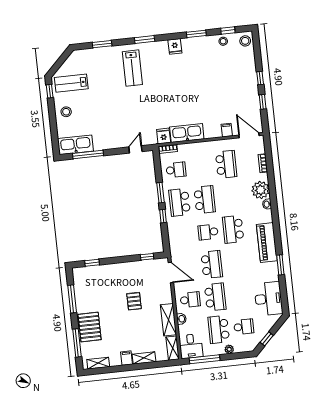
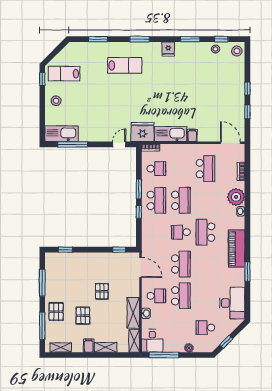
lab bench: (132, 68) -> (125, 65), turned -90
filing cabinet: (227, 130) -> (192, 135), moved
fridge: (164, 136) -> (142, 132), width x1.88, depth x1.34
school desk: (180, 202) -> (156, 200), turned 180
pallet: (90, 327) -> (56, 312), width x0.67, depth x0.71
school desk: (244, 327) -> (205, 328), turned 180
pallet: (117, 328) -> (83, 316), added
school desk: (219, 329) -> (181, 328), removed

